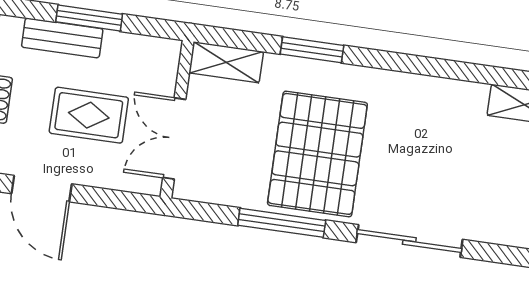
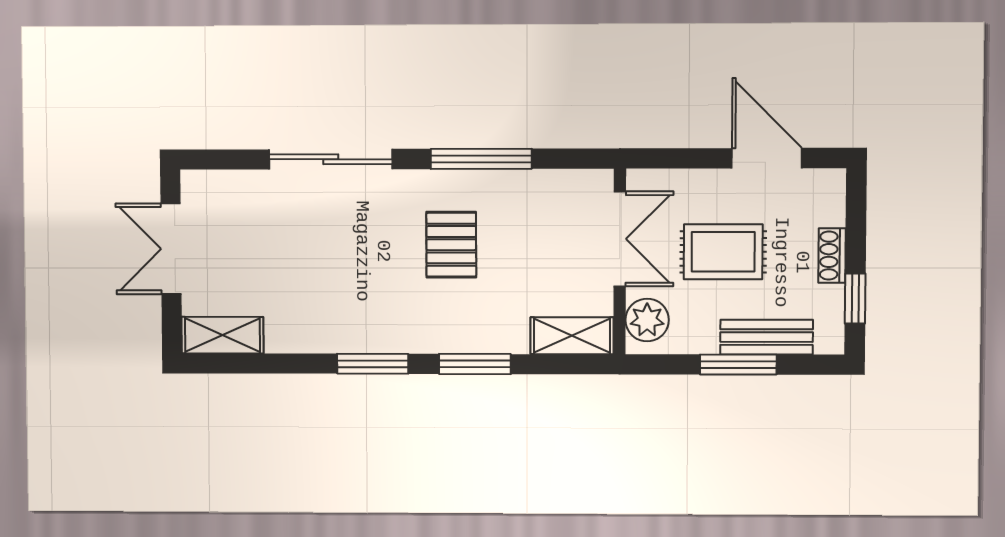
window: (399, 62) -> (373, 364), added
plant: (161, 67) -> (647, 320), added
pallet: (317, 154) -> (451, 245), width x0.49, depth x0.50

